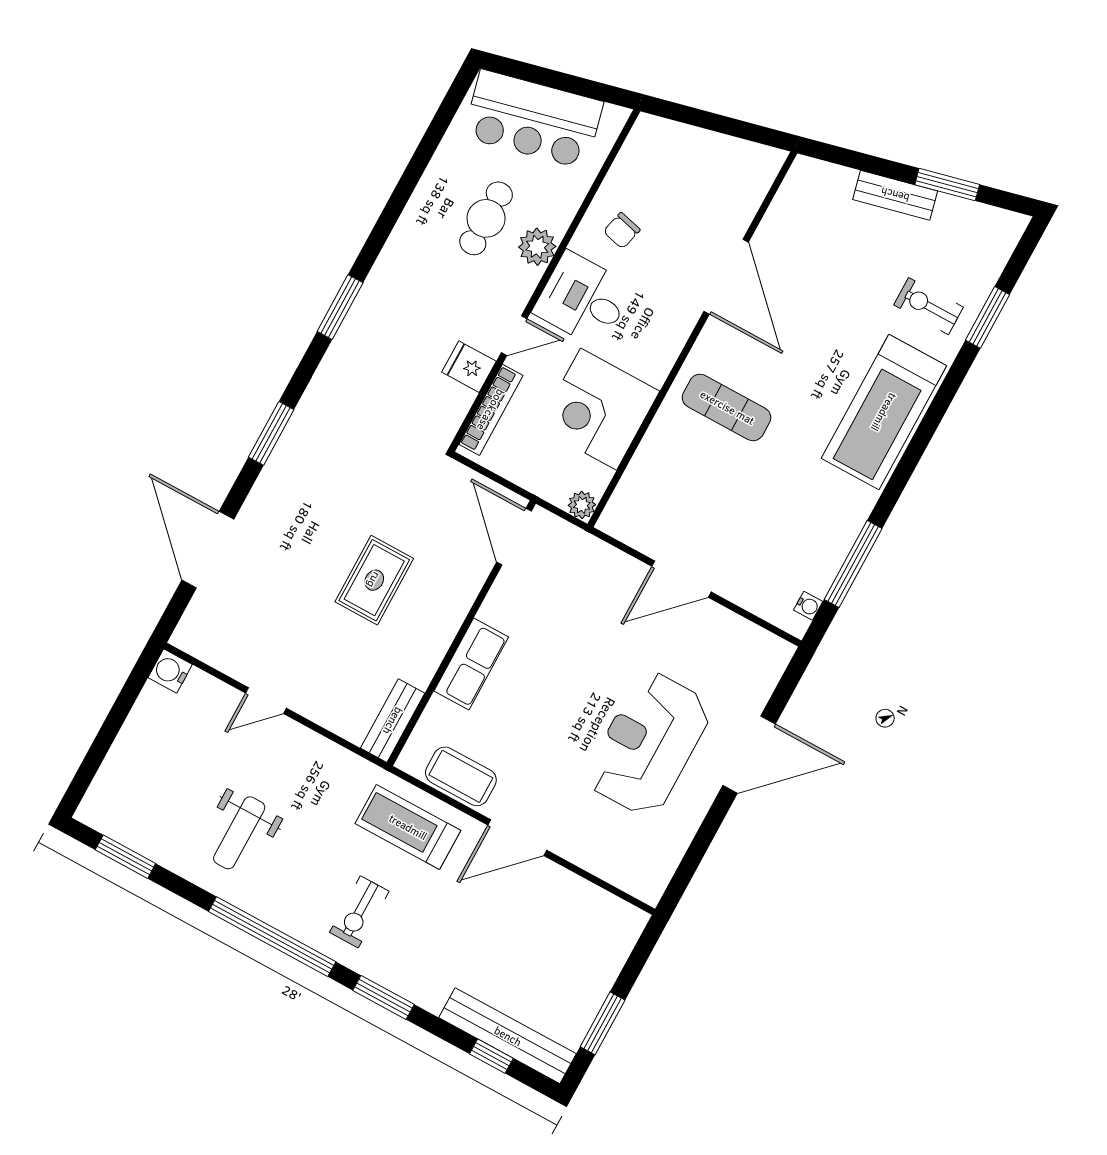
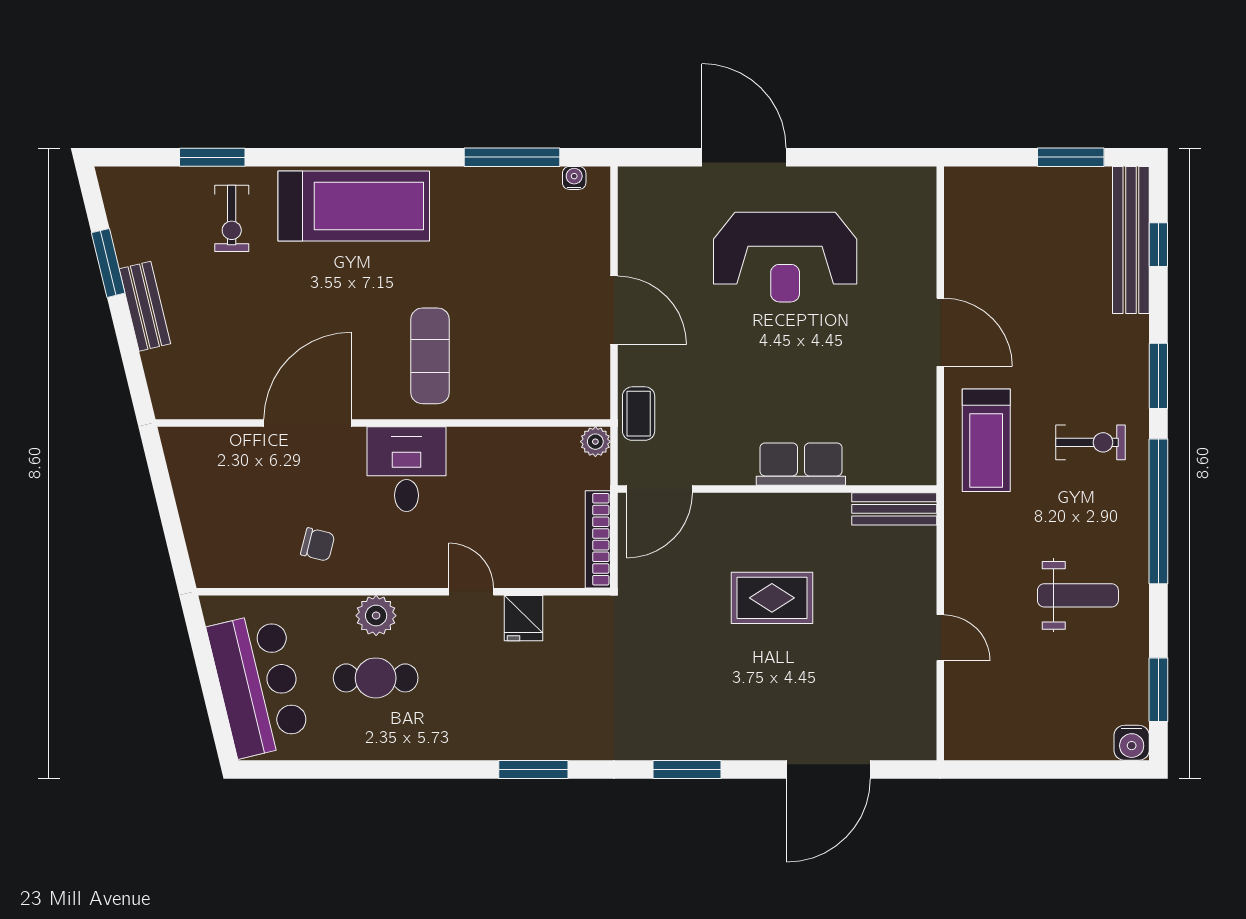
desk: (583, 299) -> (406, 469), moved, turned 180
corner desk: (599, 409) -> (497, 475), removed
bookcase: (491, 410) -> (598, 539), moved, turned -90
water cooler: (170, 671) -> (1132, 743), moved
coffee table: (461, 776) -> (639, 414), moved, width x0.73, depth x0.77

